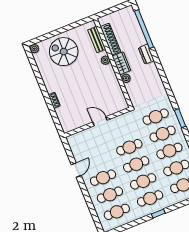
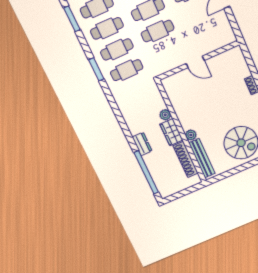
bench: (97, 40) -> (202, 158), width x1.36

